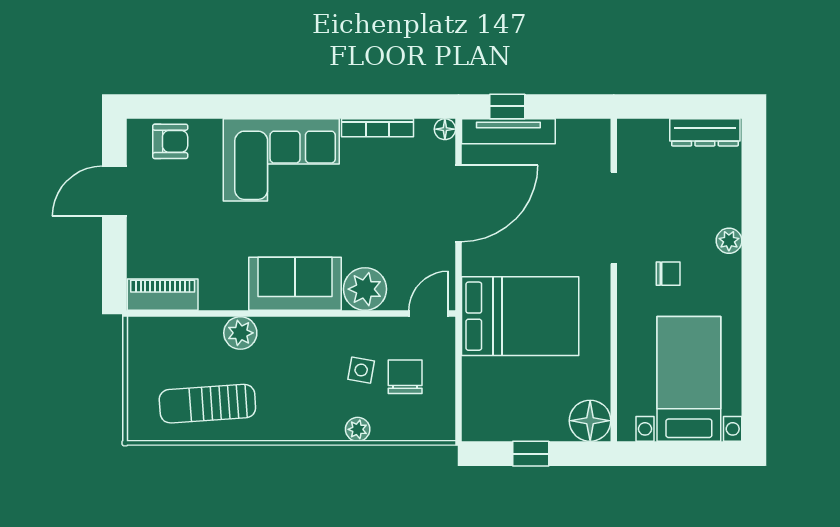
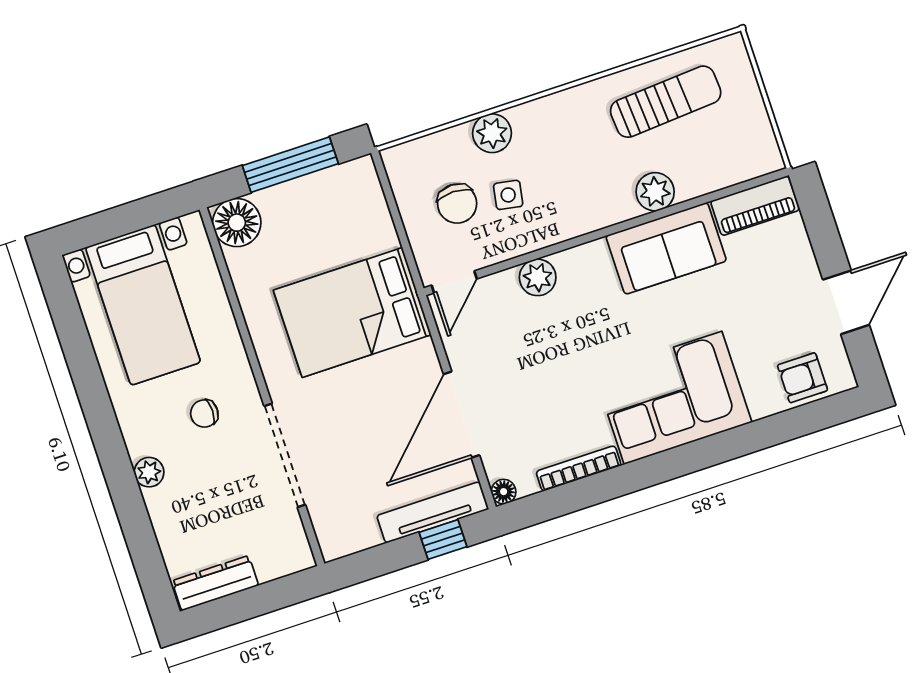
sofa: (295, 284) -> (666, 248), moved
plant: (365, 289) -> (538, 277), width x0.73, depth x0.73
plant: (358, 429) -> (492, 133), width x1.38, depth x1.38
window: (531, 454) -> (290, 165), width x2.17

